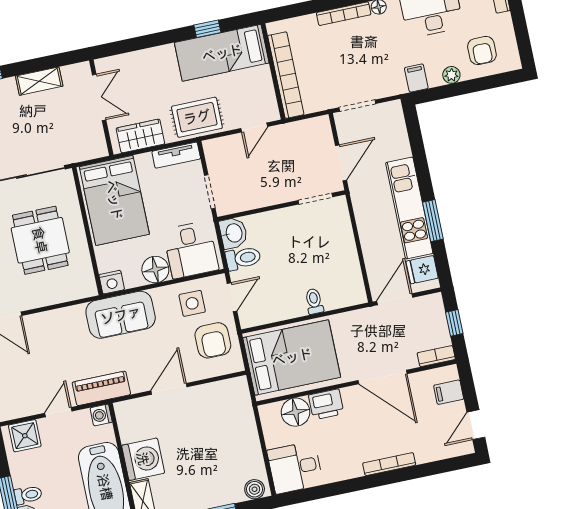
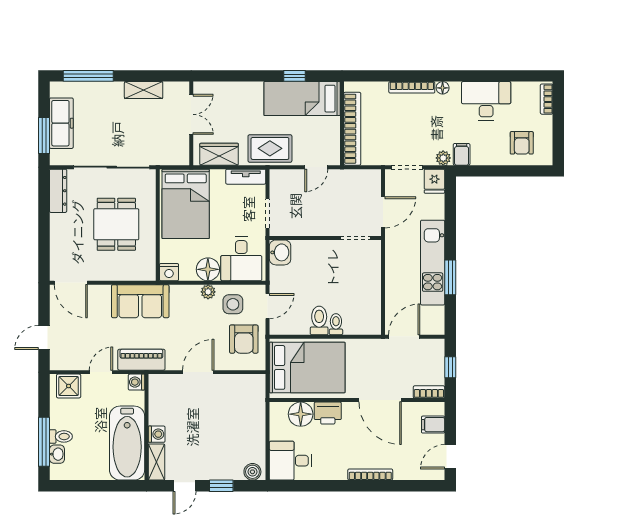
plant: (451, 75) -> (443, 158), moved
toilet: (243, 258) -> (319, 320), moved, turned -90
fridge: (422, 270) -> (434, 181), moved, turned -90
plant: (161, 295) -> (208, 292), added
sofa: (121, 315) -> (140, 301), moved
washing machine: (143, 459) -> (157, 434), width x0.53, depth x0.53

